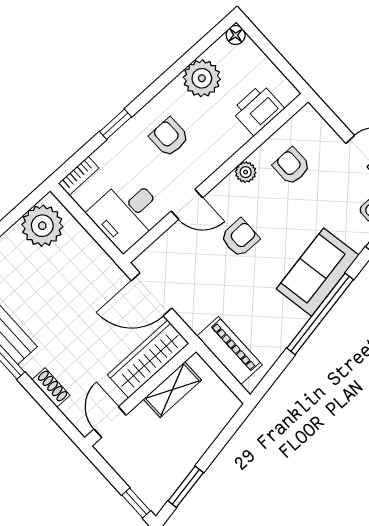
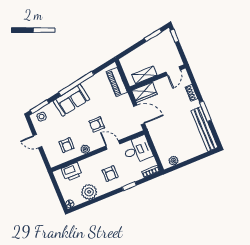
plant: (42, 226) -> (174, 161), width x0.53, depth x0.53
wardrobe: (148, 359) -> (144, 92), width x0.67

